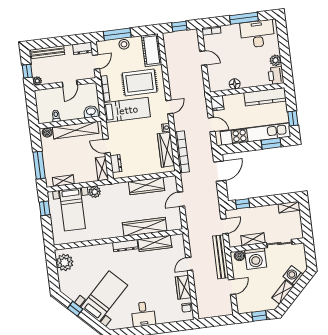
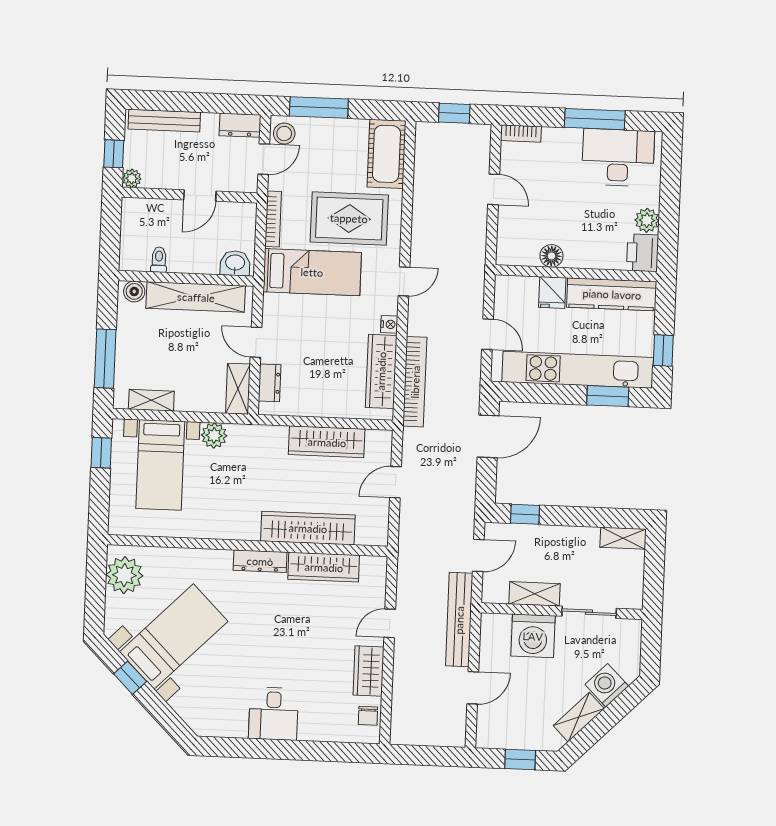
stool: (124, 44) -> (284, 134), moved
fridge: (217, 103) -> (552, 292), moved
boiler: (239, 256) -> (500, 624), removed
bed with nightstands: (104, 296) -> (174, 637), moved

